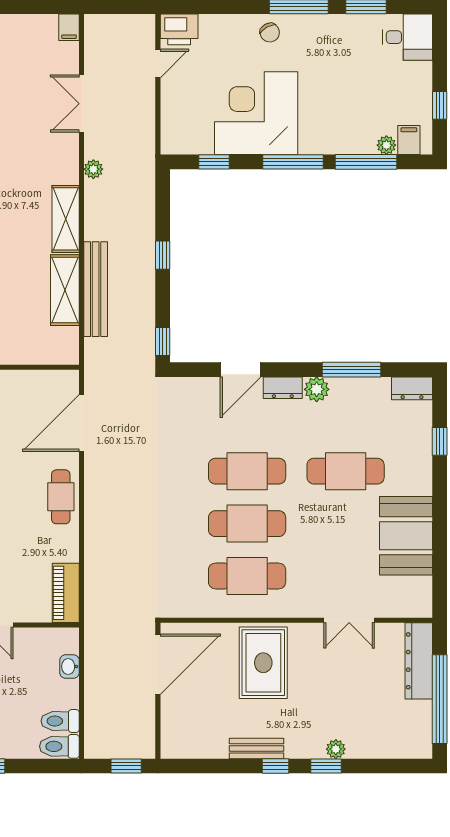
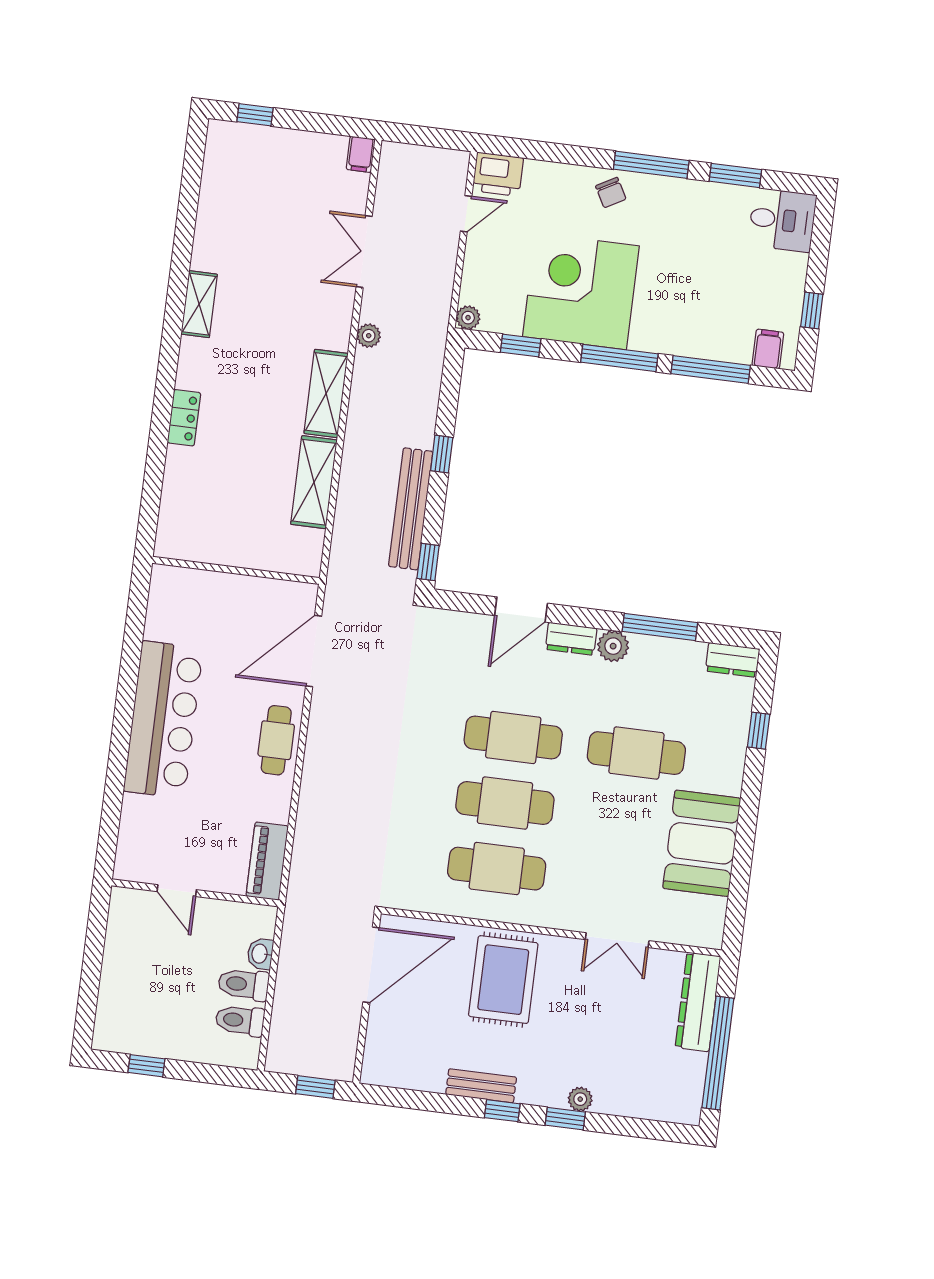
plant: (386, 145) -> (468, 318), moved
bench: (96, 289) -> (411, 509), moved
toilet: (59, 746) -> (244, 984), moved

